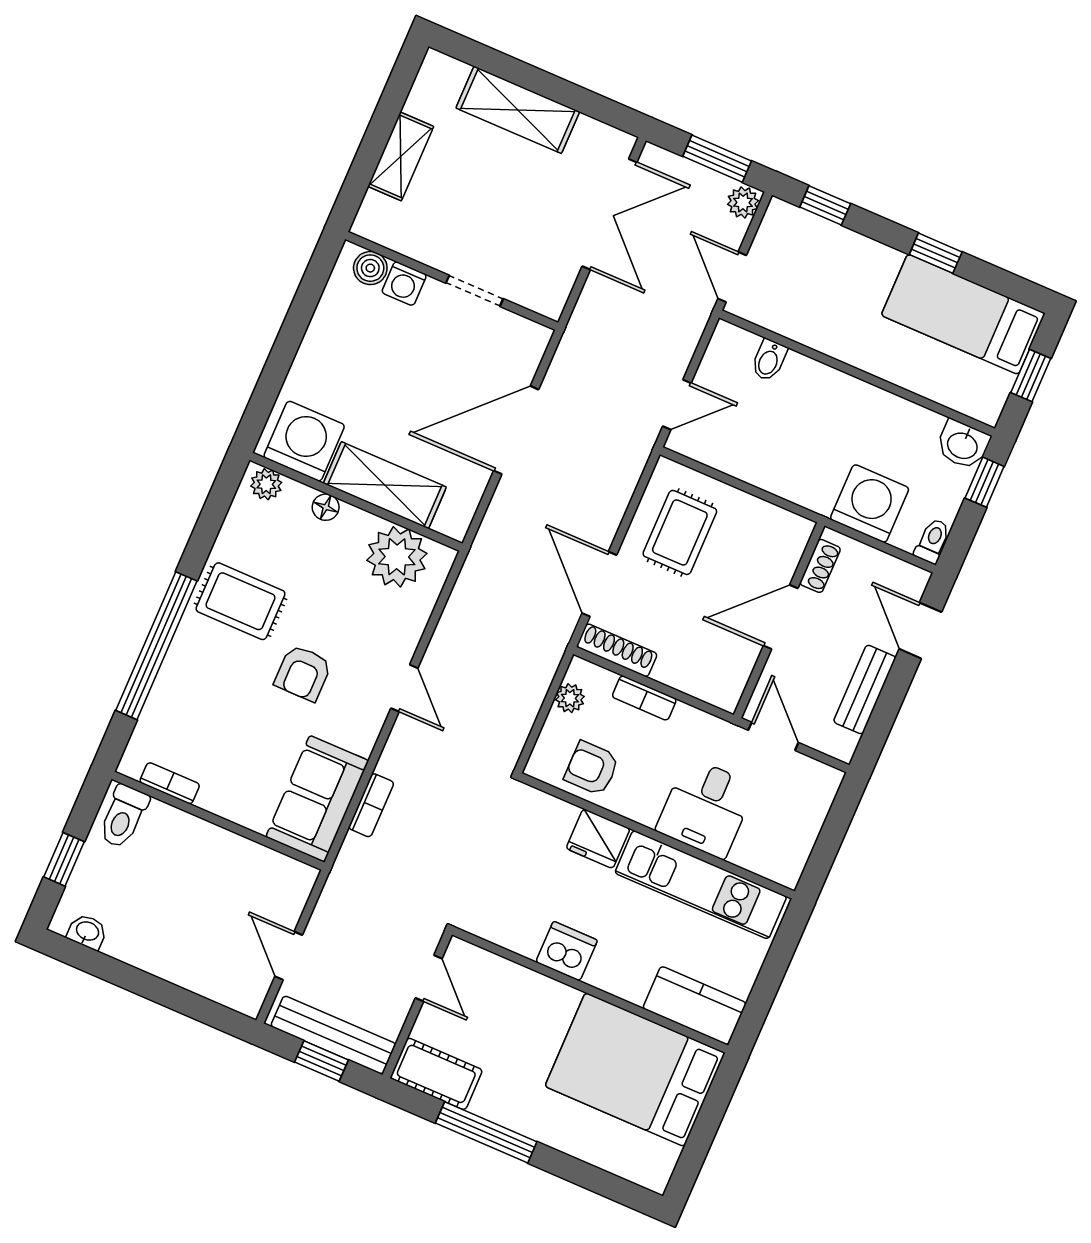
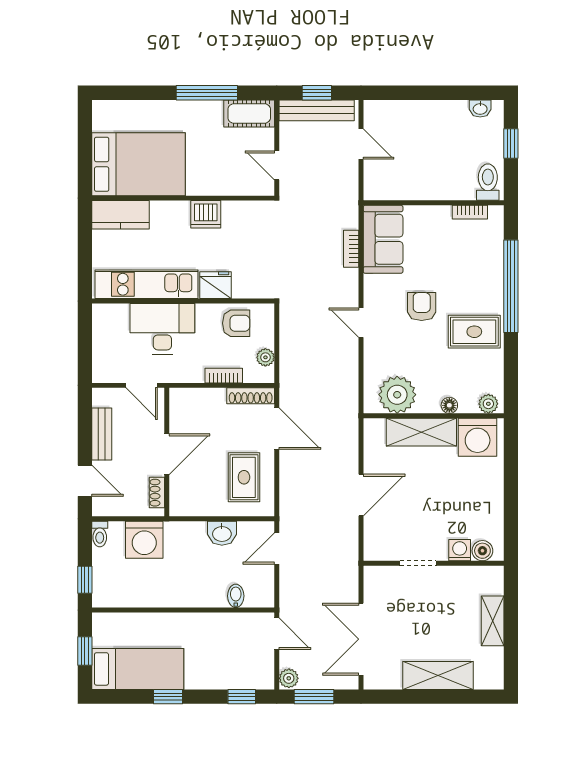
door: (516, 430) -> (361, 495), width x0.73
washbasin: (963, 445) -> (222, 533), moved, turned 180
desk: (706, 808) -> (162, 329), width x1.37

